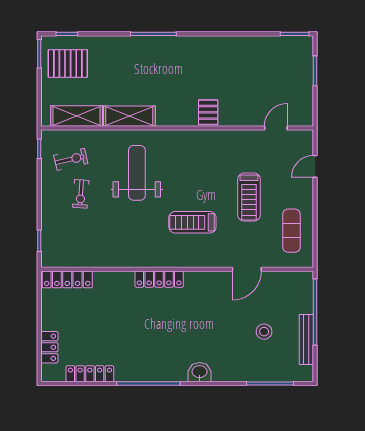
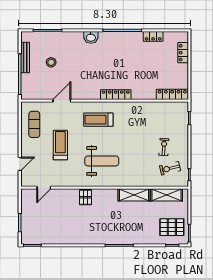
weight bench: (137, 173) -> (102, 161), moved, turned -90
treadmill: (192, 222) -> (98, 120), moved, turned 180
locker: (90, 374) -> (153, 36), width x0.66

